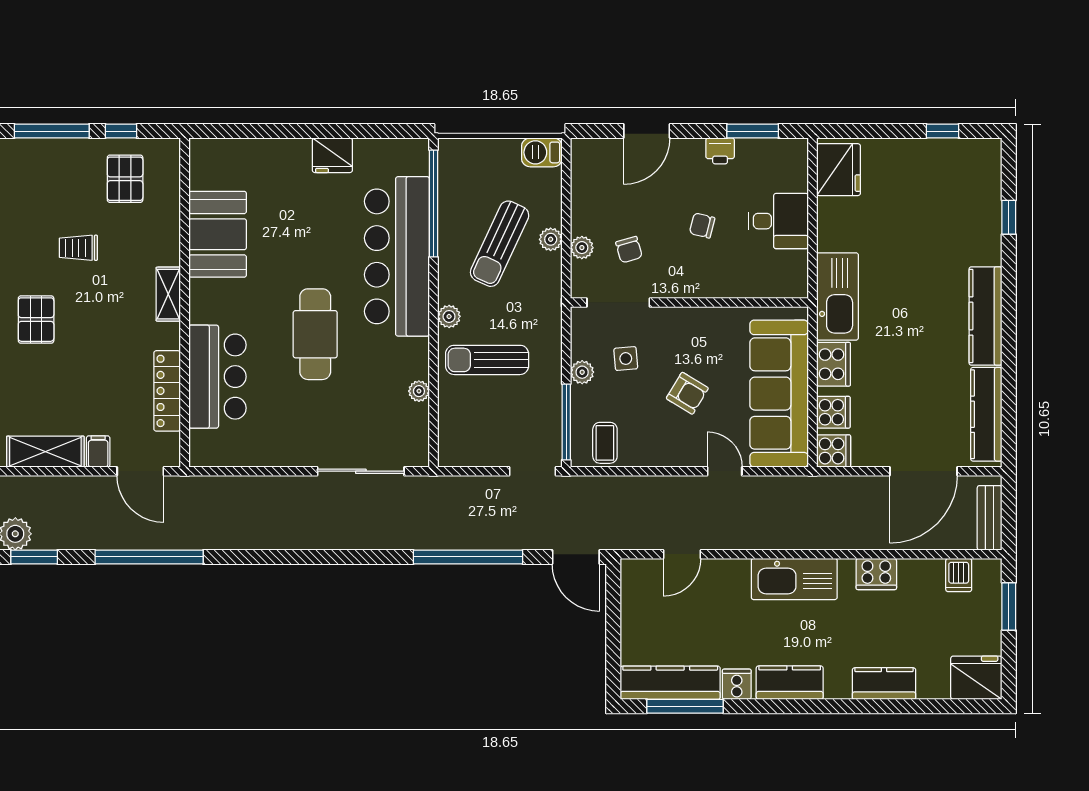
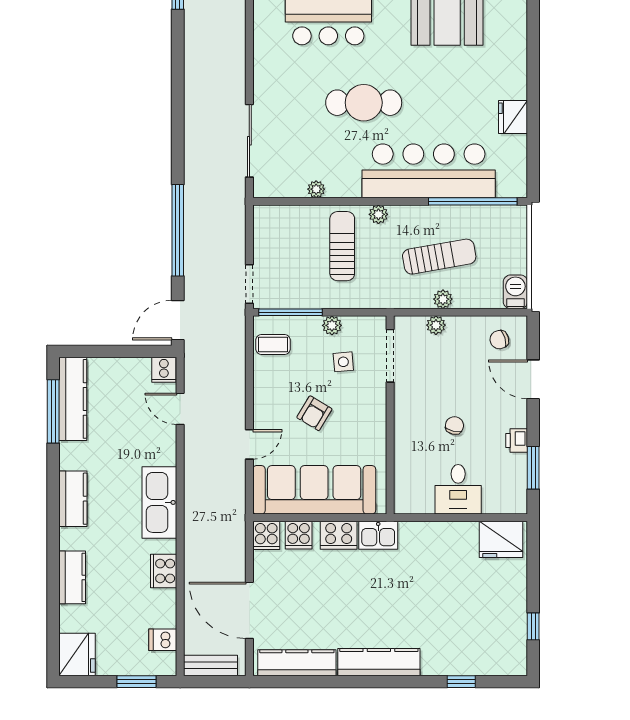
sun lounger: (500, 244) -> (439, 257), turned 145
chair: (629, 250) -> (499, 340), moved
kitchen sink: (838, 296) -> (378, 535), width x0.53, depth x0.81
cooker: (737, 684) -> (164, 370), moved, turned 90

